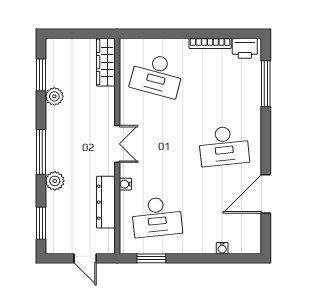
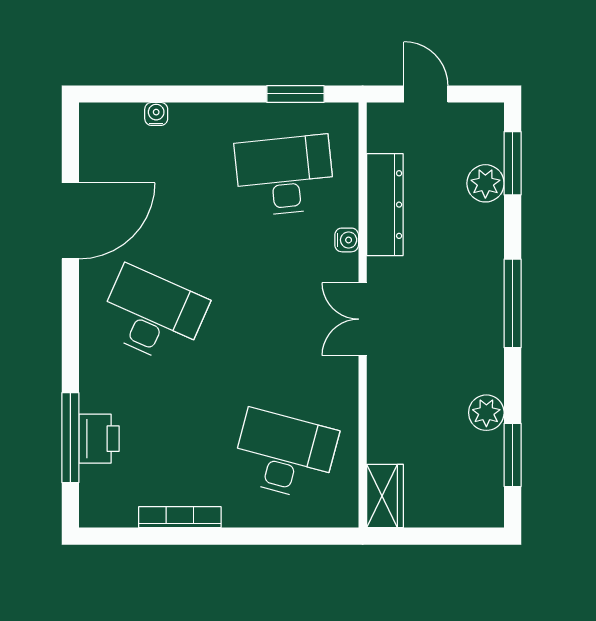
printer: (245, 48) -> (99, 439), moved, turned 90
wardrobe: (106, 62) -> (385, 496), width x0.67
desk: (224, 146) -> (153, 315), turned 30
plant: (55, 181) -> (485, 183), moved

